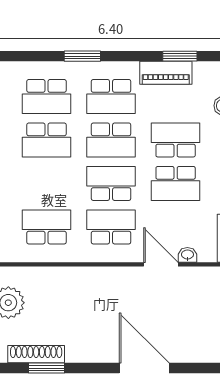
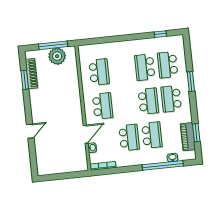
piano: (166, 73) -> (188, 137), moved
school desk: (111, 140) -> (148, 101), turned 180
school desk: (111, 183) -> (125, 104), removed
school desk: (176, 183) -> (129, 138), turned 180
door: (144, 368) -> (30, 131), width x0.53

